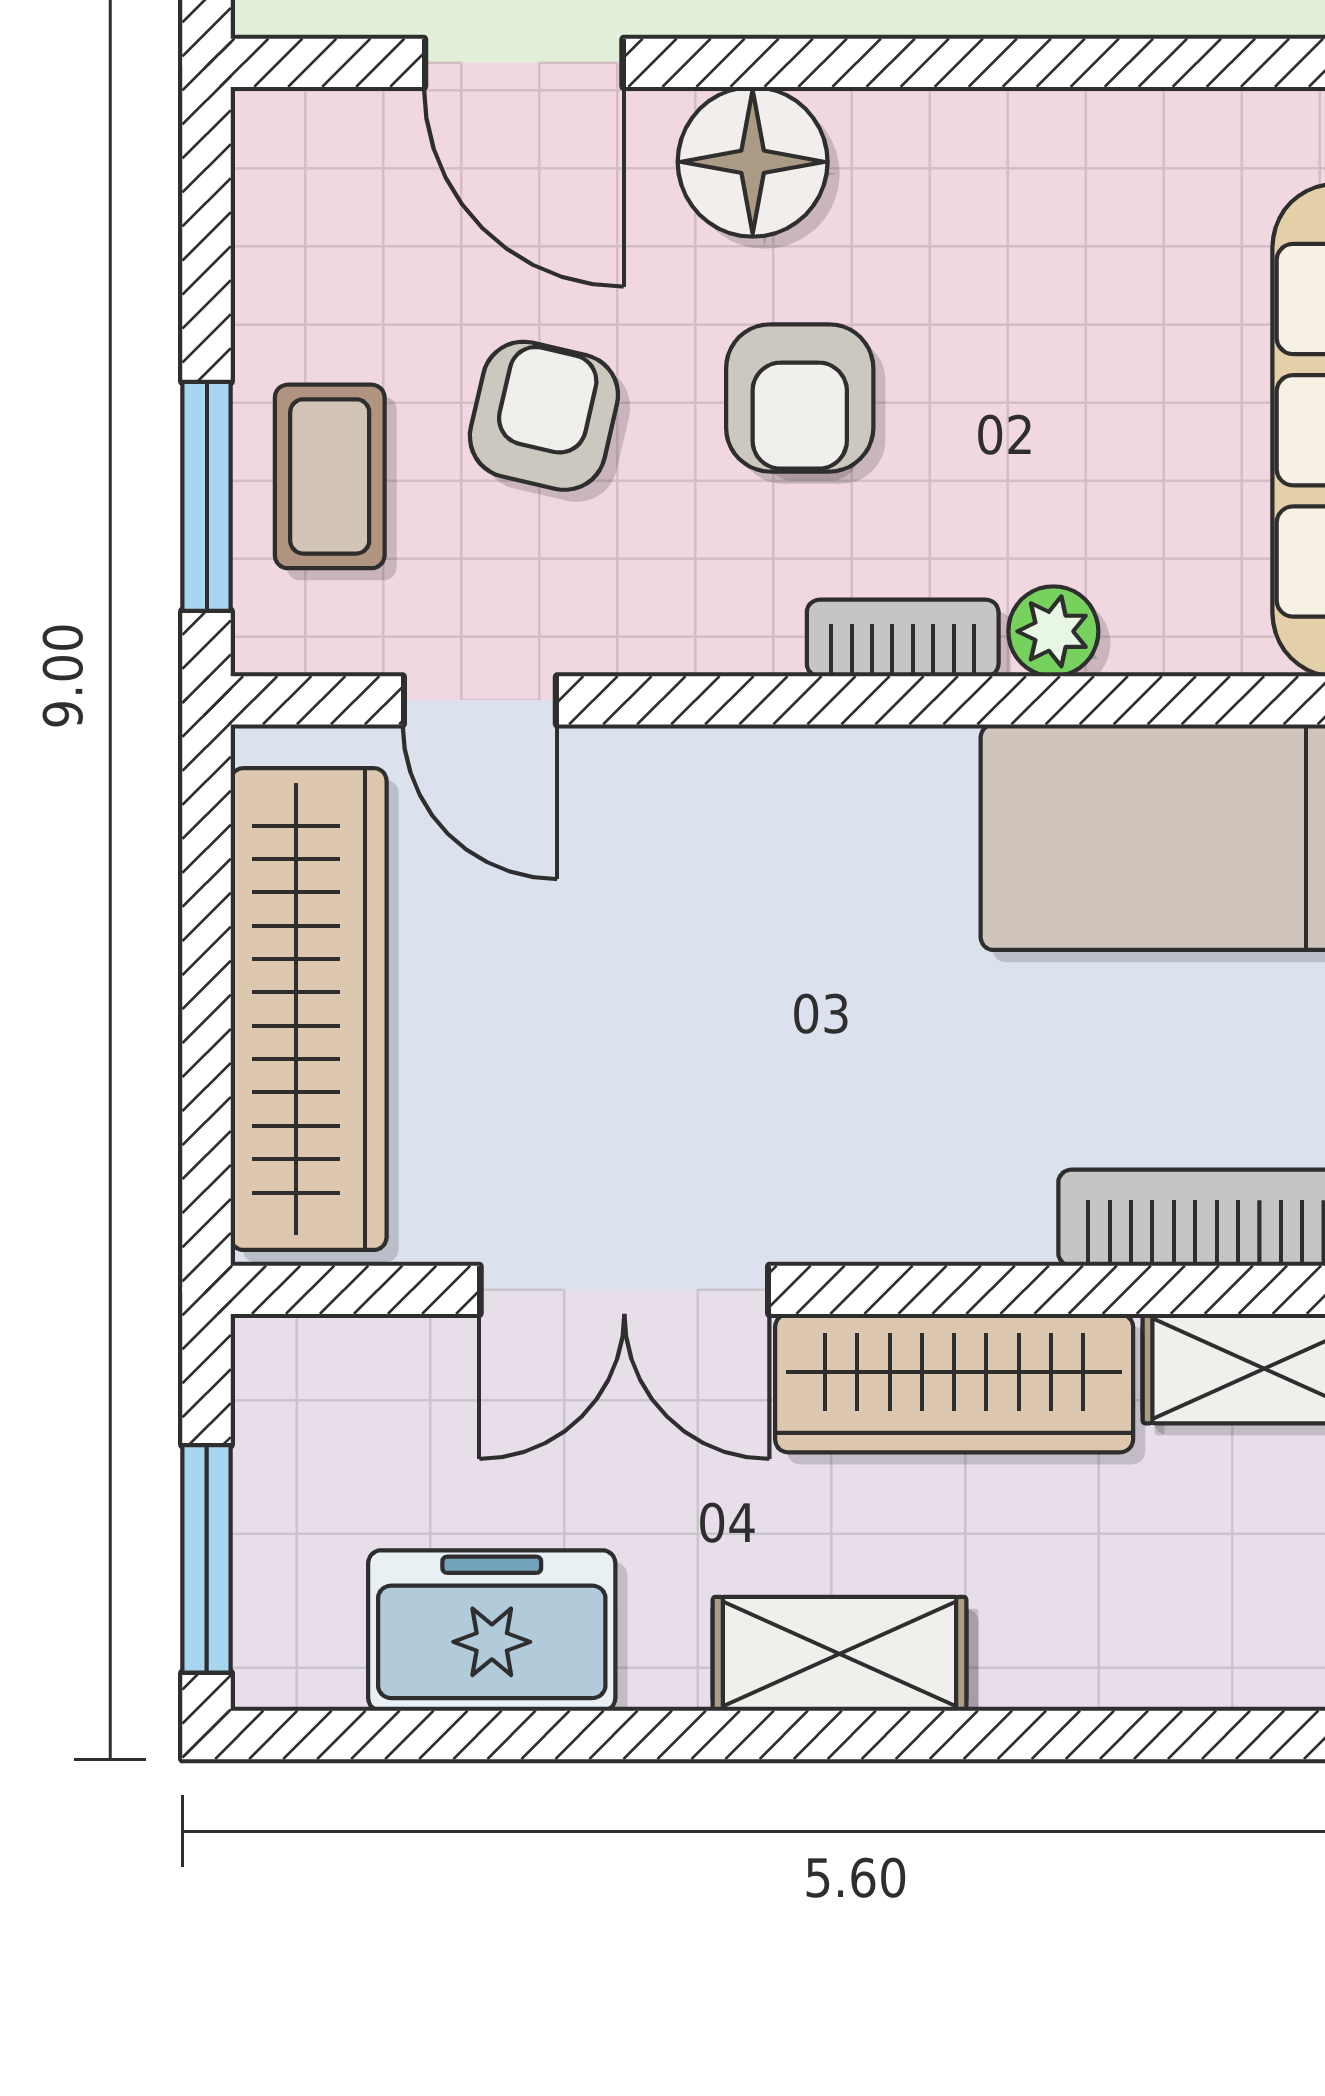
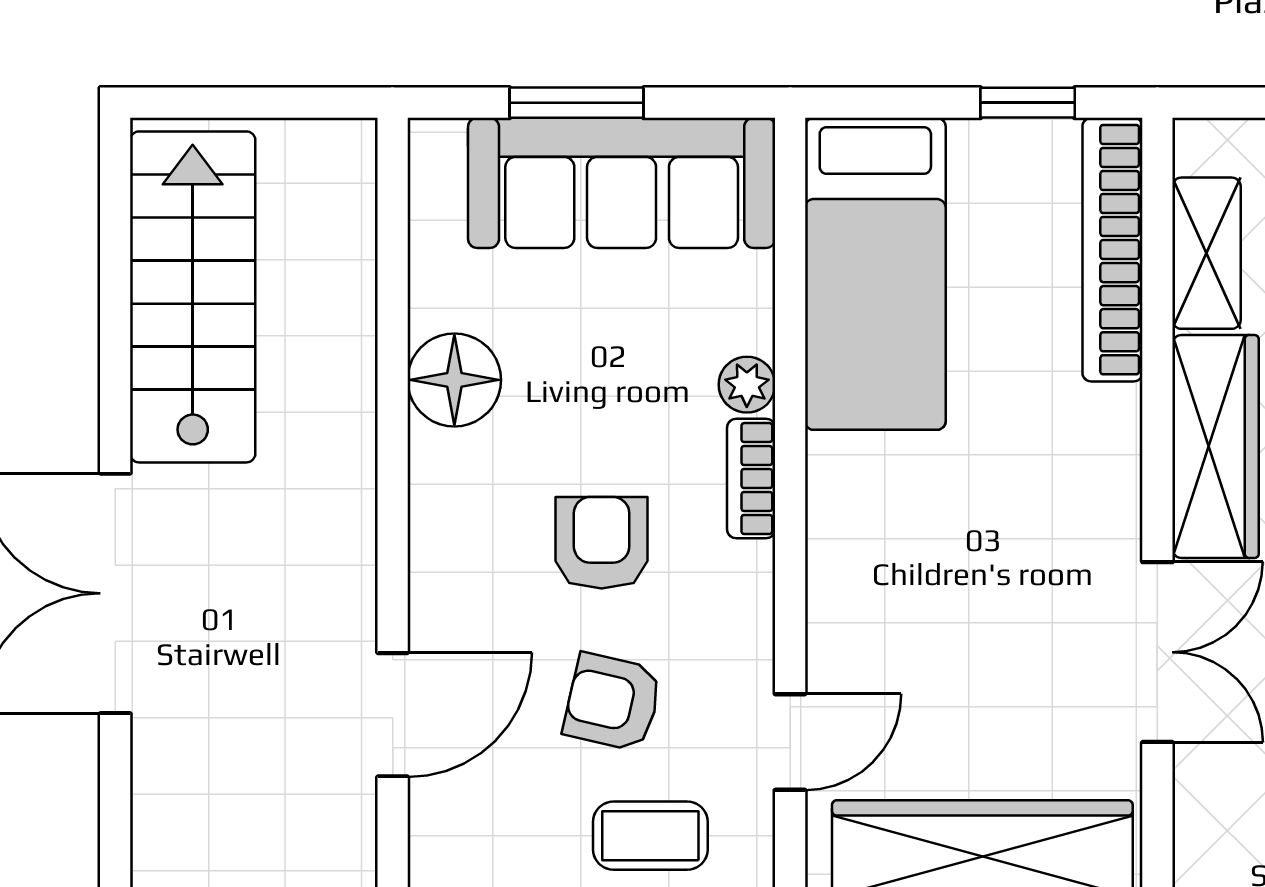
floor lamp: (753, 162) -> (454, 380), moved
armchair: (800, 398) -> (602, 543), turned -90

